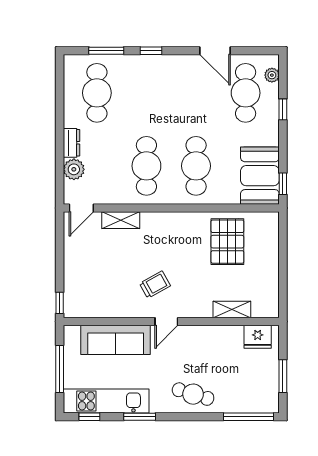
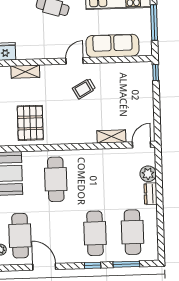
cafe table: (146, 166) -> (95, 233), moved

